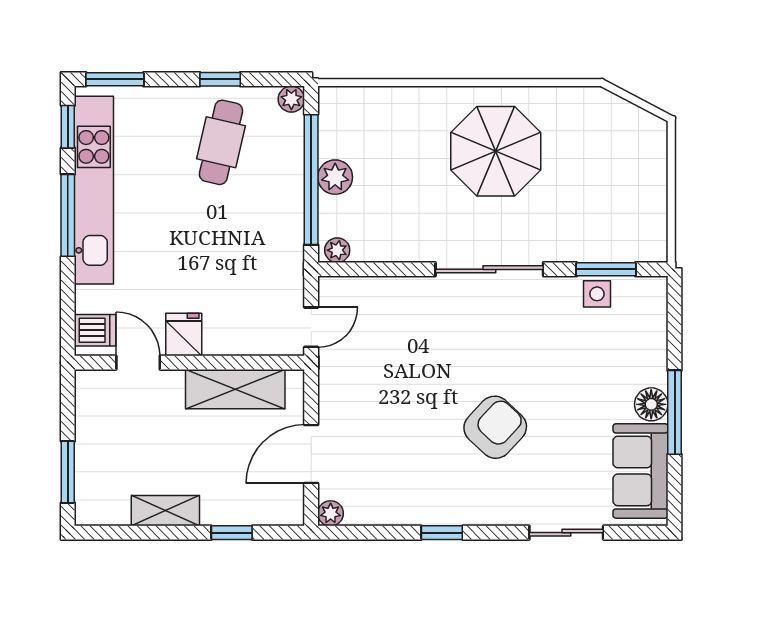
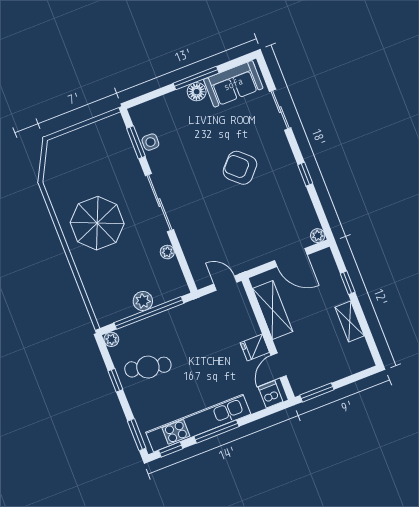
plant: (337, 250) -> (167, 252), moved
window: (68, 472) -> (317, 392), moved

